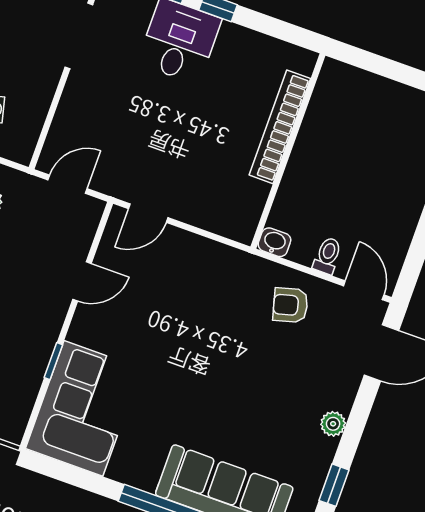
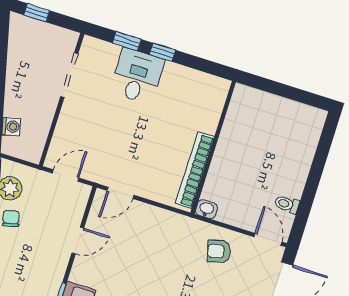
bookcase: (280, 127) -> (195, 170), moved
toilet: (327, 256) -> (287, 204), moved, turned -90

